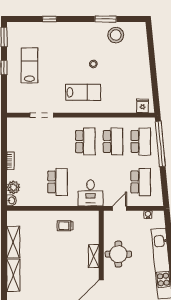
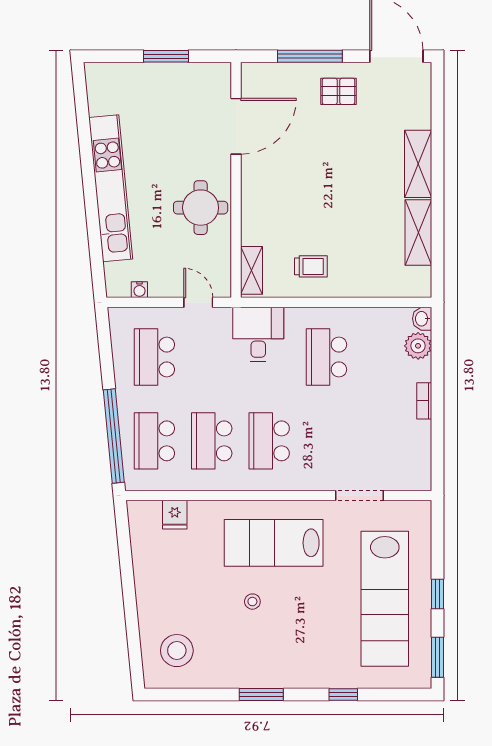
window: (106, 19) -> (261, 695), moved
stool: (116, 35) -> (177, 651), moved
lab bench: (29, 65) -> (385, 599), width x1.86, depth x1.39
lab bench: (83, 92) -> (274, 543), width x1.36, depth x1.39
fridge: (143, 106) -> (175, 515), moved
door: (119, 208) -> (198, 302), swing flipped
shelving: (94, 256) -> (252, 270), moved

